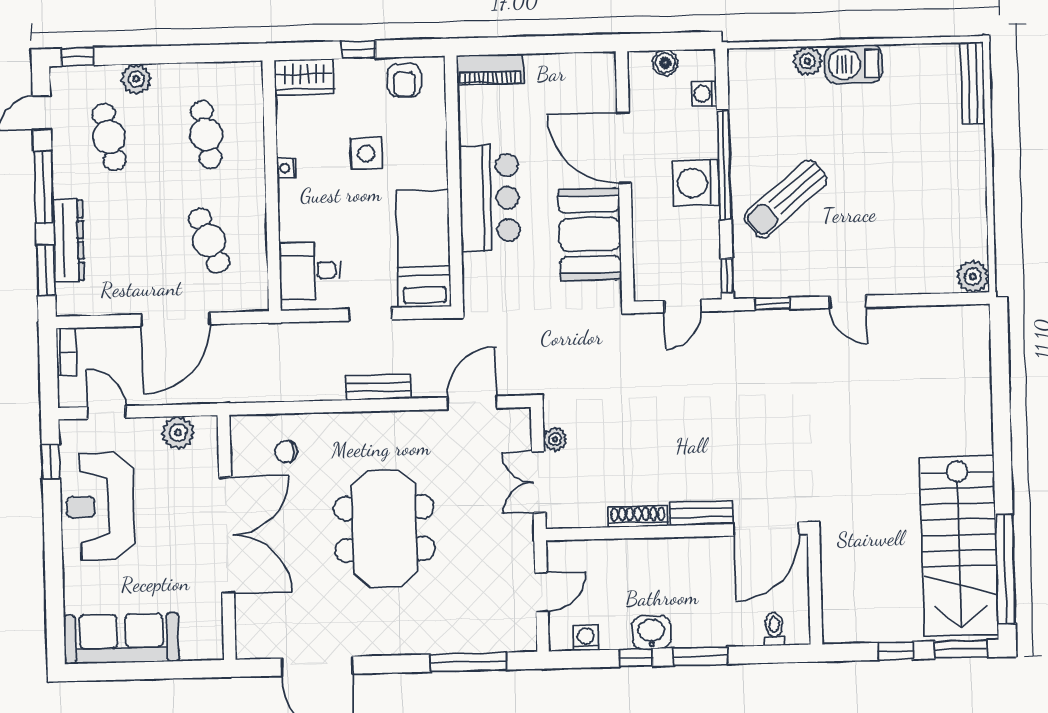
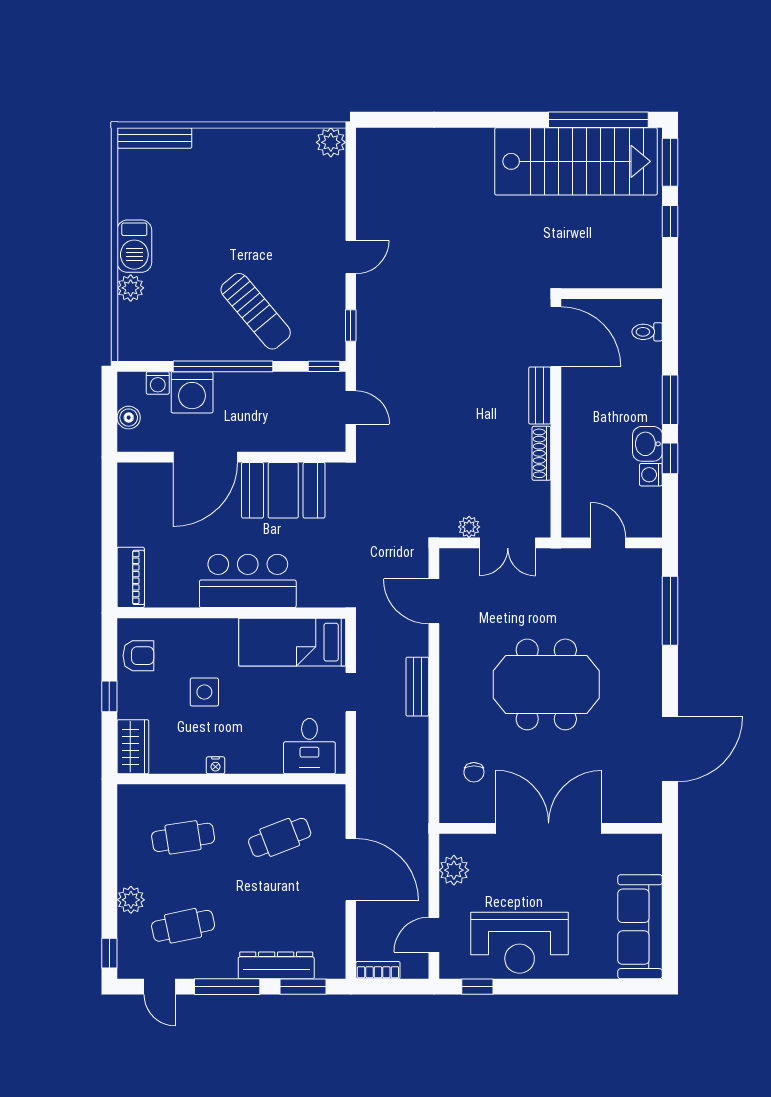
washing machine: (696, 183) -> (192, 392), moved
washing machine: (586, 638) -> (651, 475), moved

